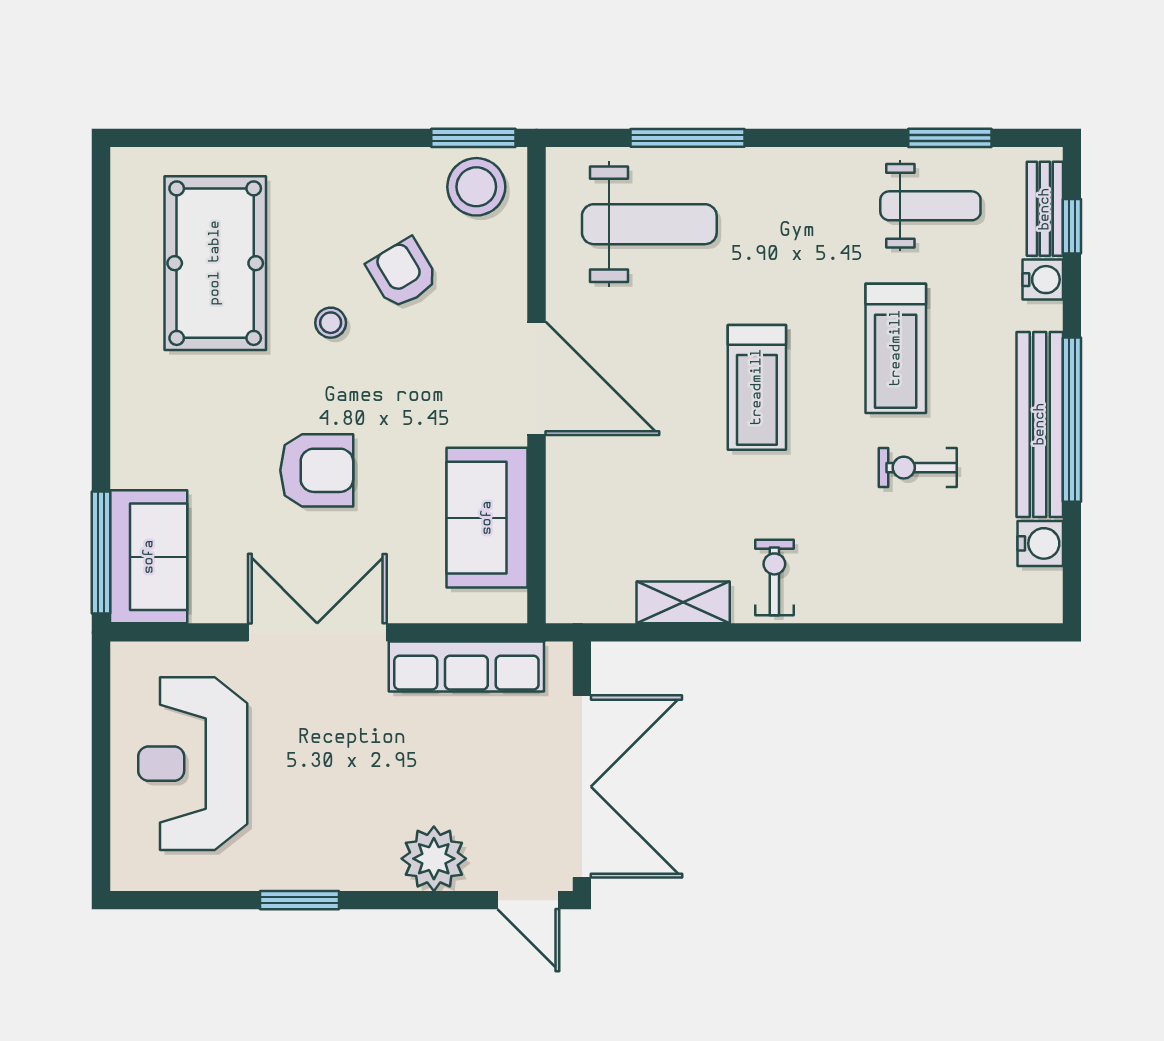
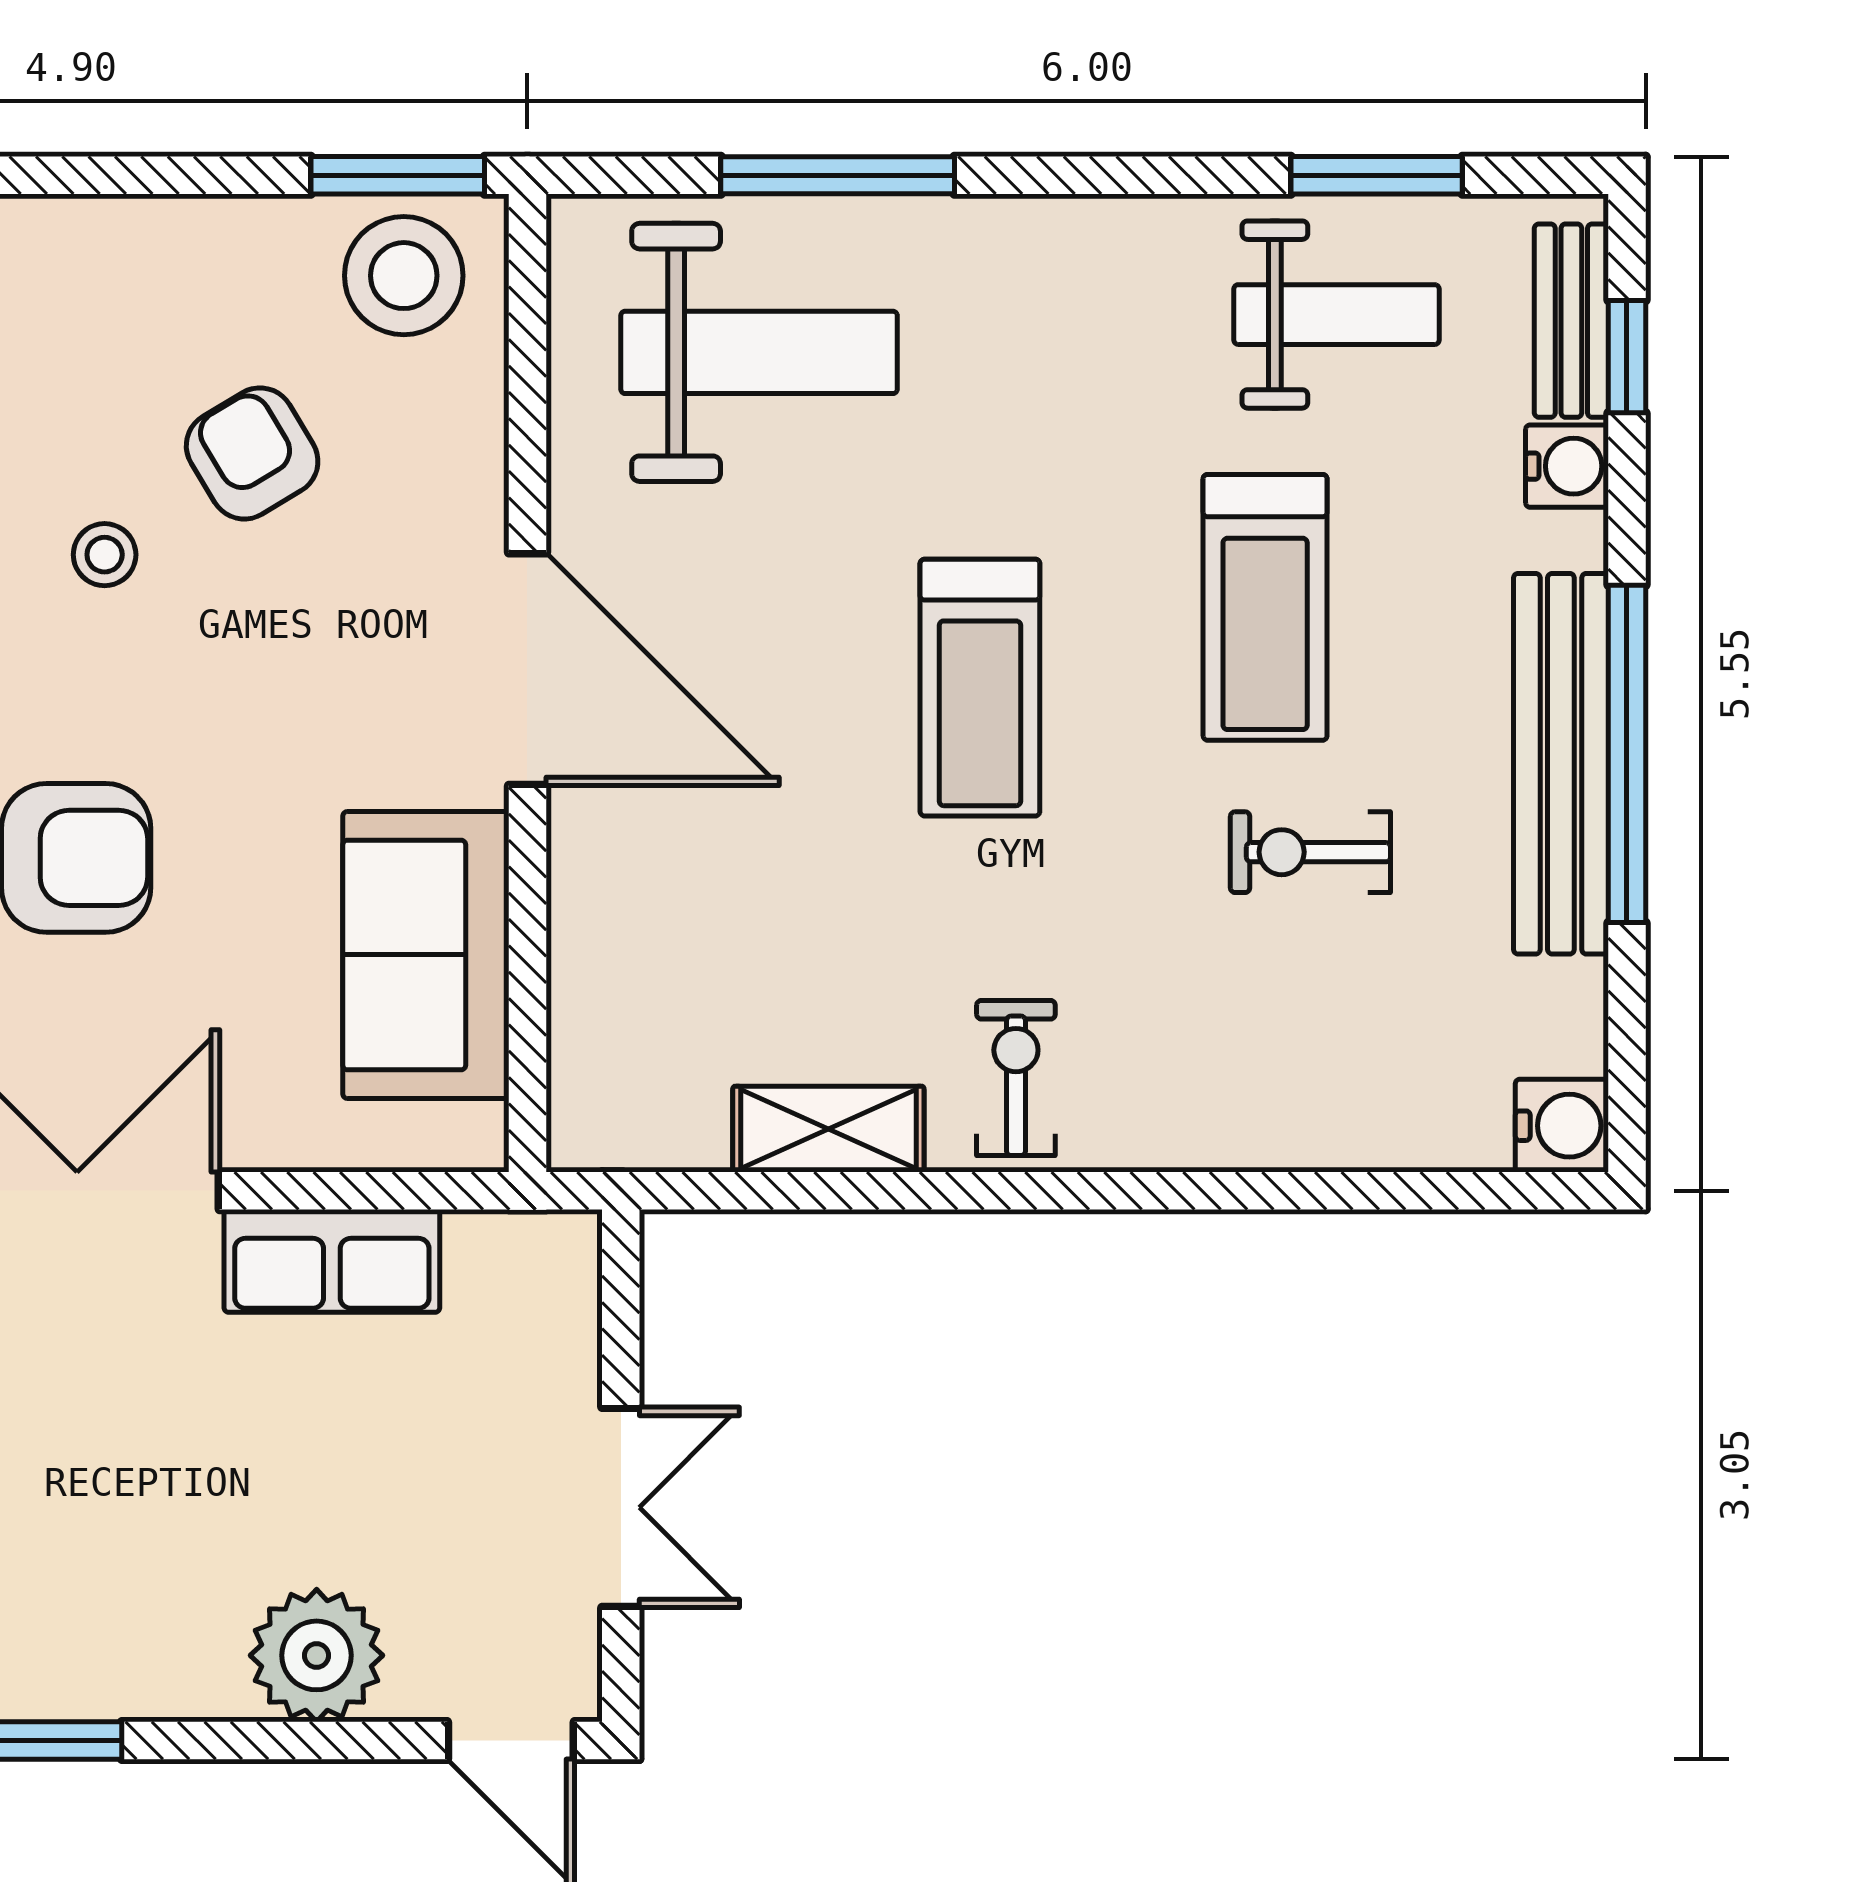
water cooler: (1040, 543) -> (1562, 1126), moved
row of seats: (466, 667) -> (332, 1261), width x0.68
double door: (582, 787) -> (621, 1507), width x0.54

